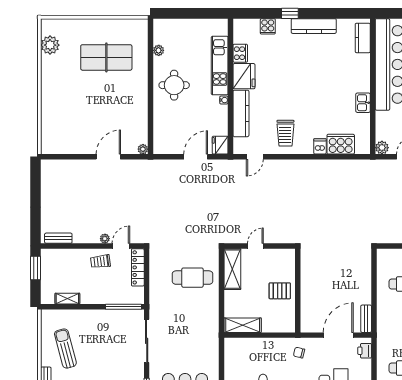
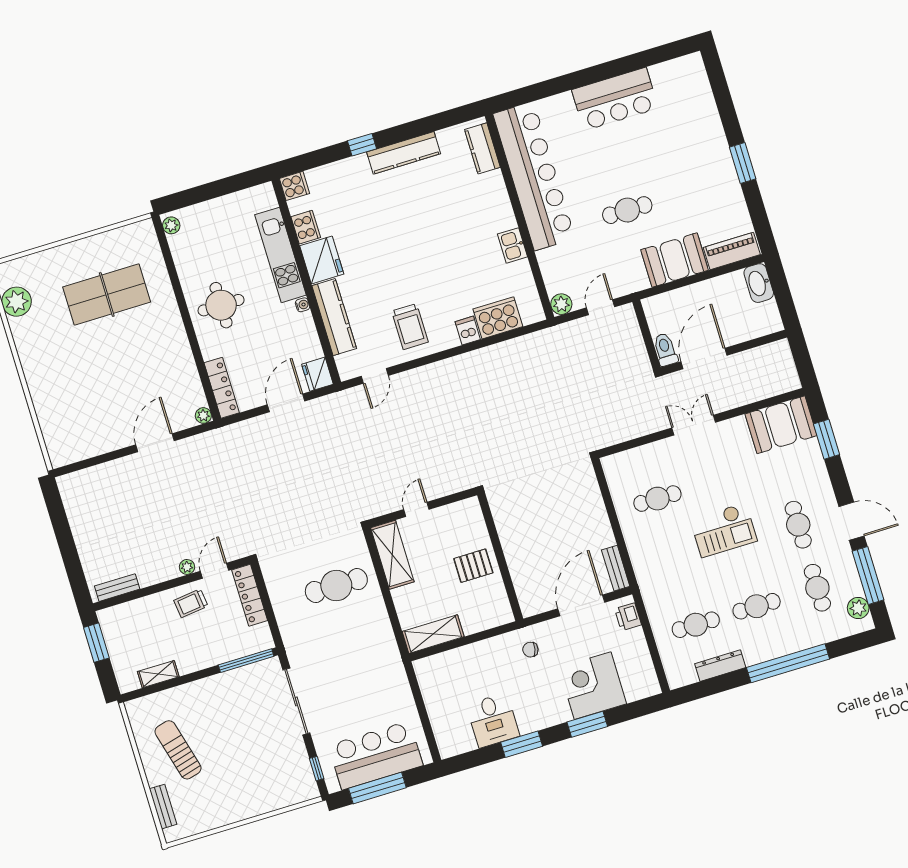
cooker: (268, 26) -> (294, 186), moved, turned -90
plant: (159, 50) -> (171, 225), moved
locker: (159, 136) -> (222, 388), added

